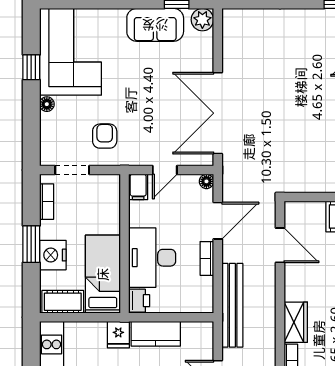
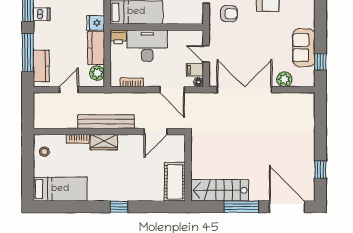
plant: (202, 20) -> (284, 79), moved
filing cabinet: (138, 187) -> (195, 70), moved
bookcase: (207, 258) -> (132, 82), moved
bench: (232, 305) -> (106, 122), moved
plant: (193, 332) -> (97, 73), added

